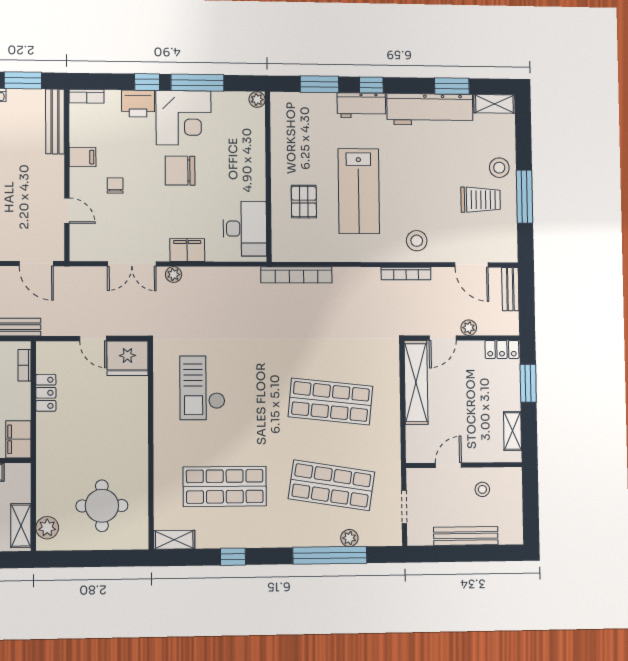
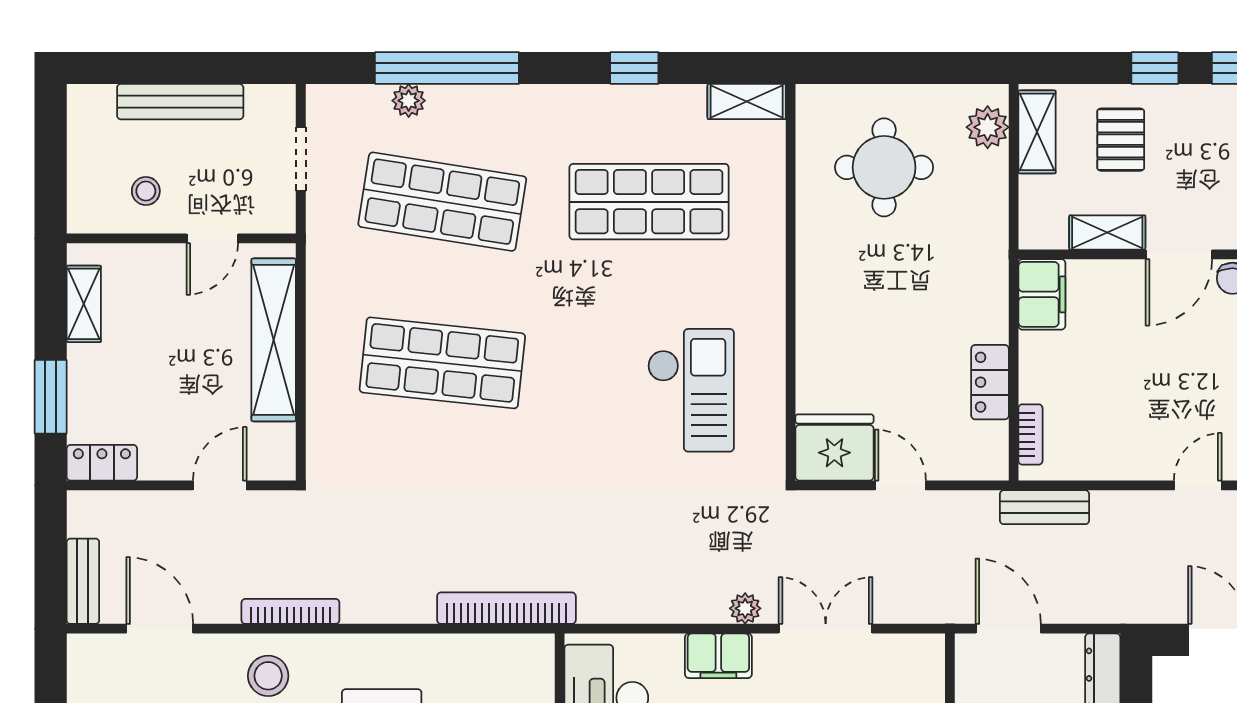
plant: (469, 328) -> (167, 505), removed
shelving: (416, 382) -> (274, 340), moved

